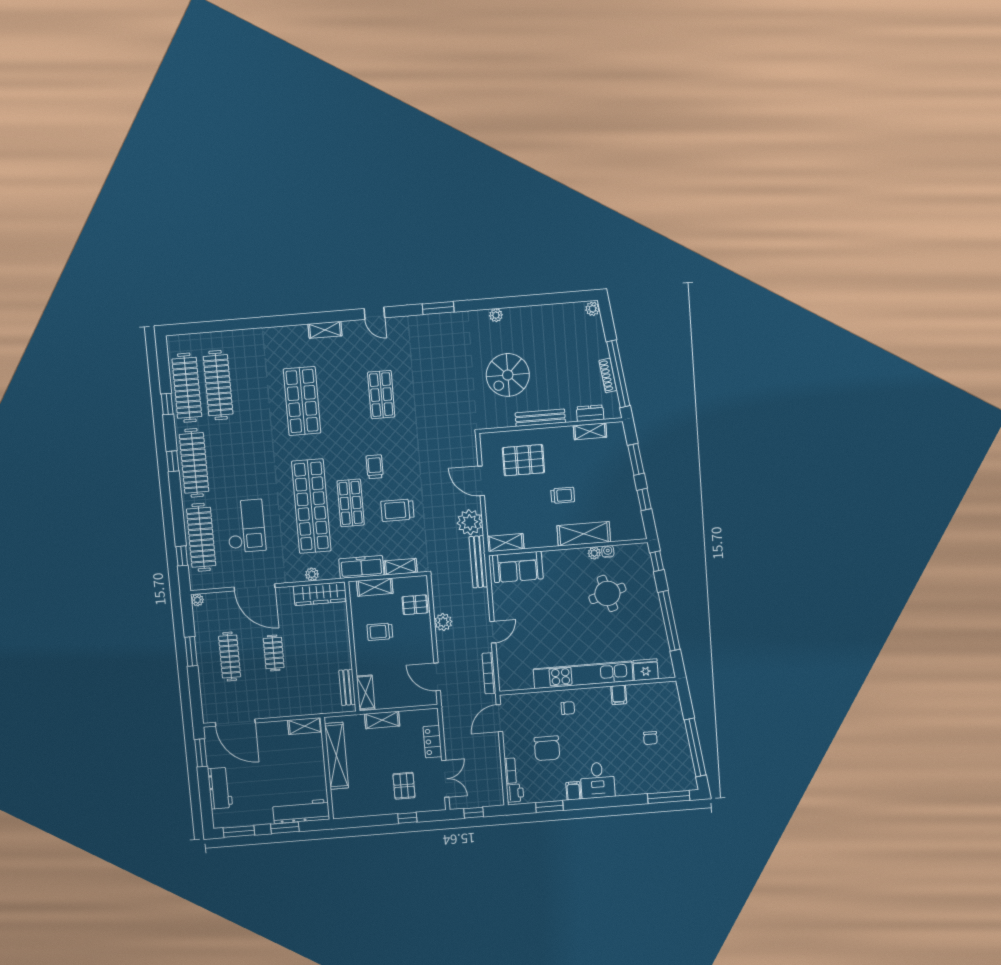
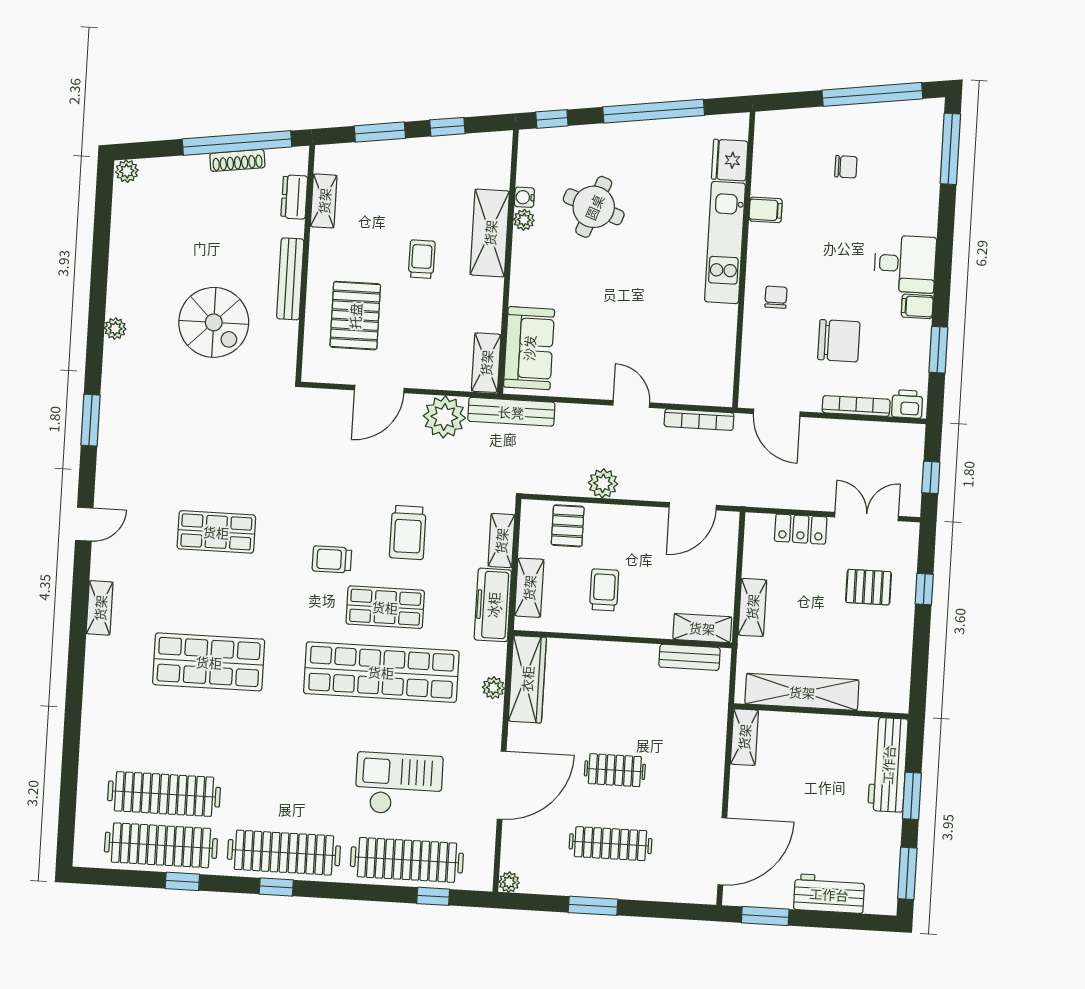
round table: (607, 593) -> (594, 207), turned 37
trolley: (380, 632) -> (604, 590), turned 180
kitchen unit: (583, 675) -> (725, 243), width x0.73
bookcase: (510, 771) -> (856, 406), width x1.56

